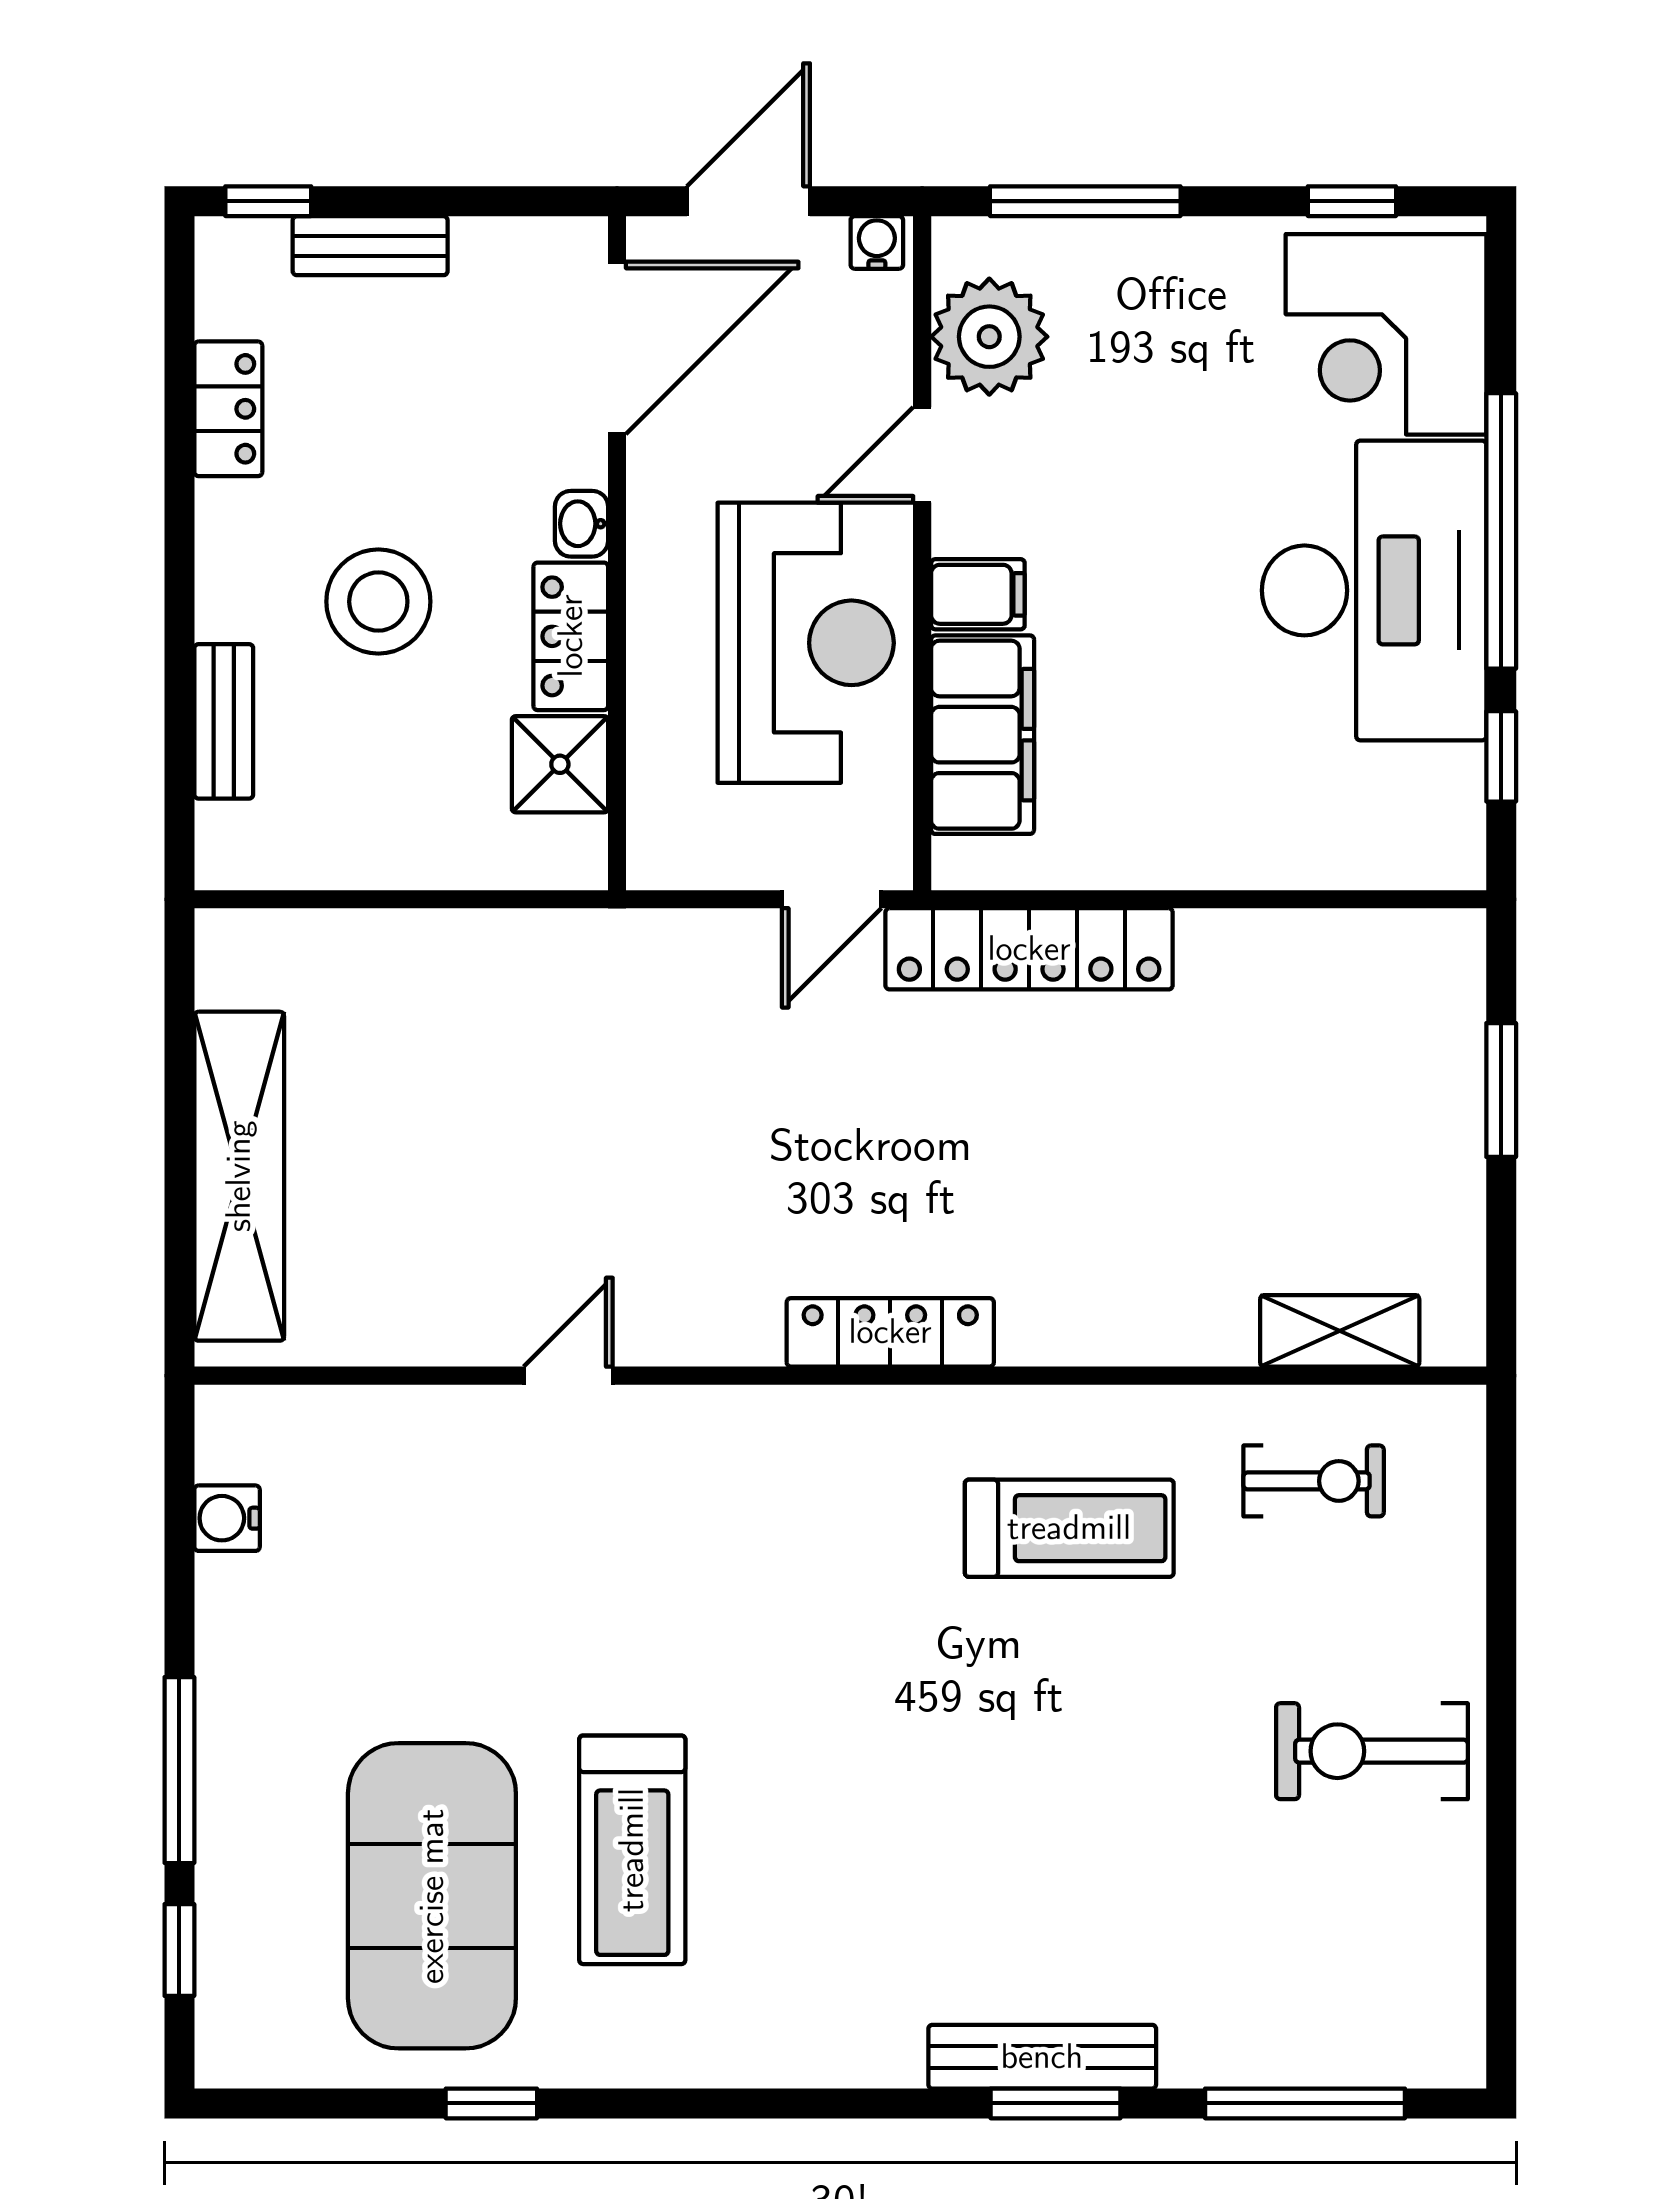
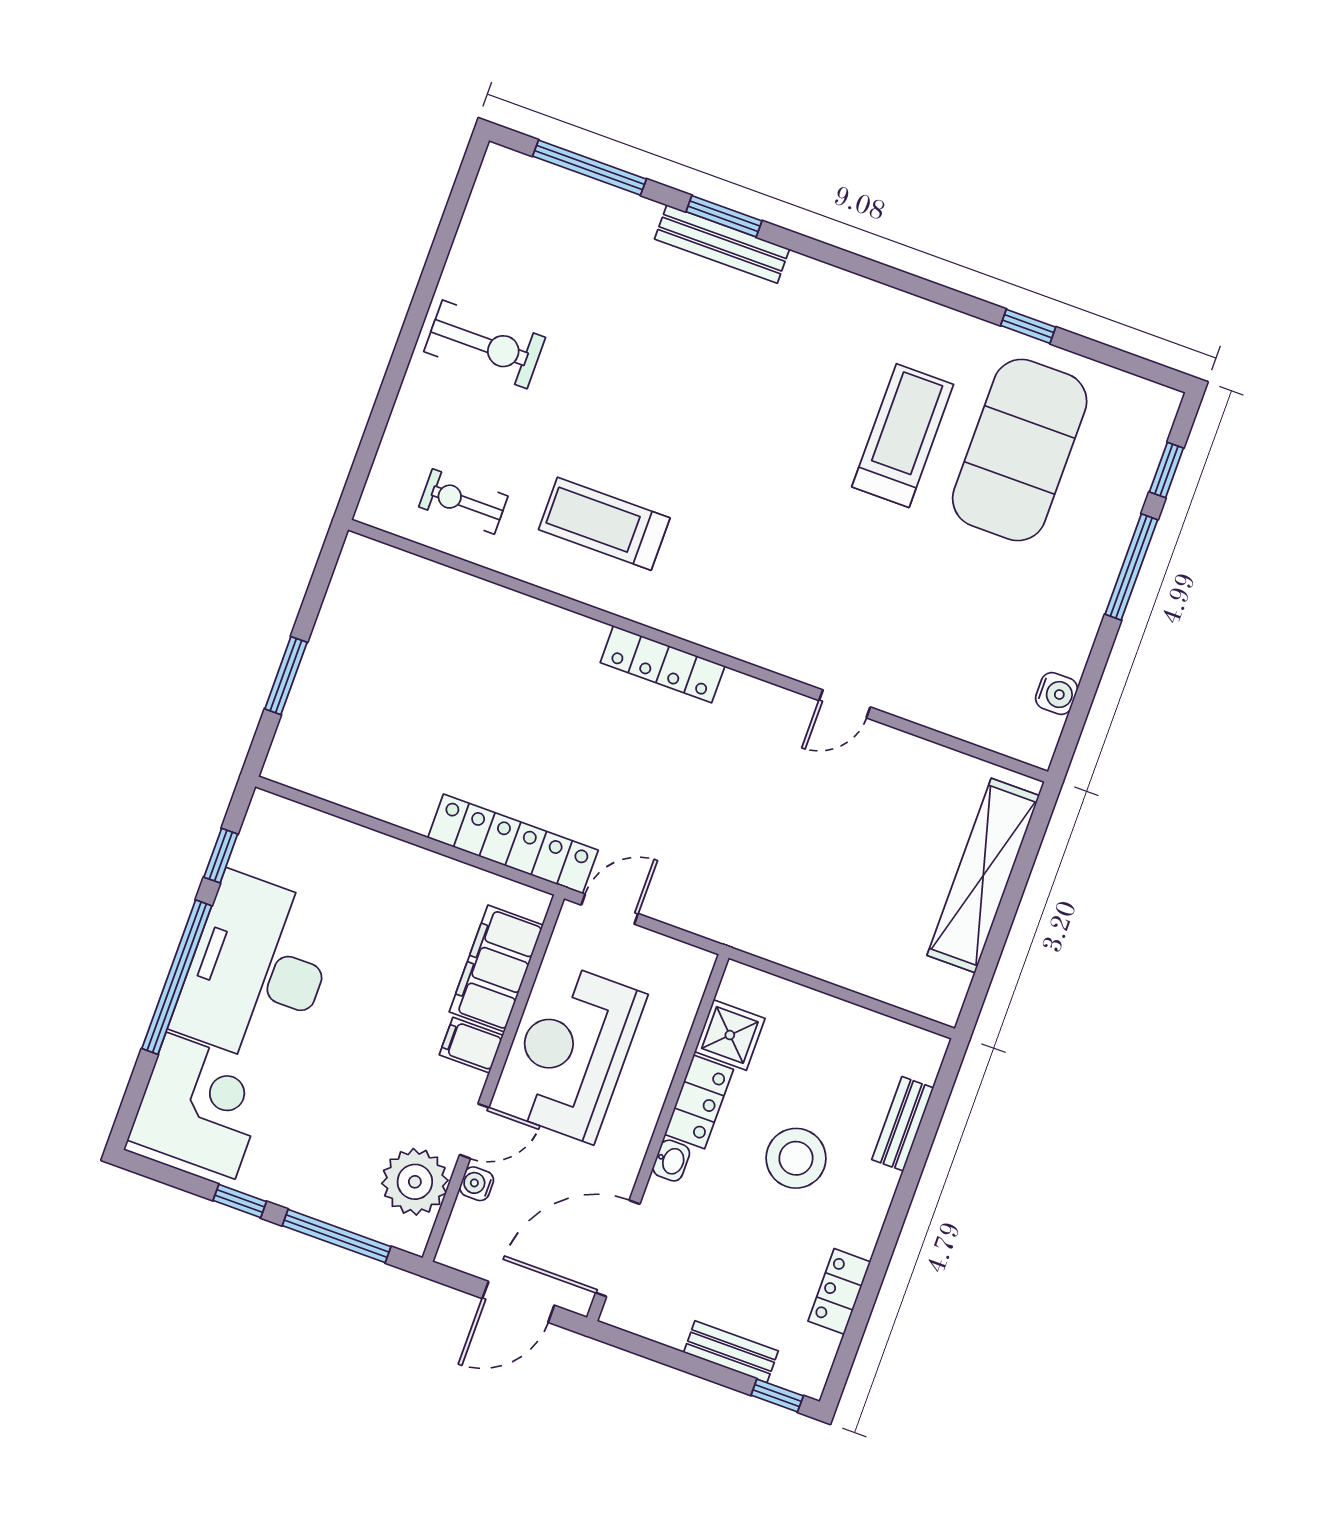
window: (1352, 201) -> (240, 1201), moved
water cooler: (877, 242) -> (477, 1184), moved, turned 90
shelving: (1340, 1331) -> (420, 577), removed

